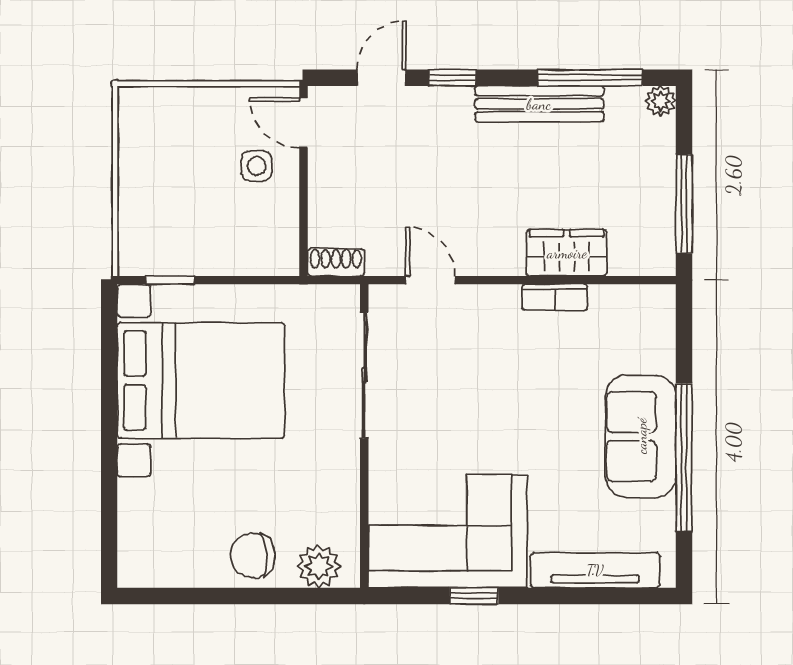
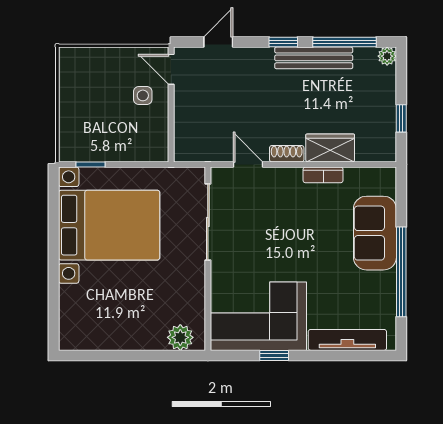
window: (452, 78) -> (283, 42), moved
window: (684, 204) -> (401, 118), width x0.46
shoe rack: (336, 262) -> (287, 154), moved
sofa: (641, 436) -> (375, 233), moved
chair: (253, 556) -> (140, 331), removed

